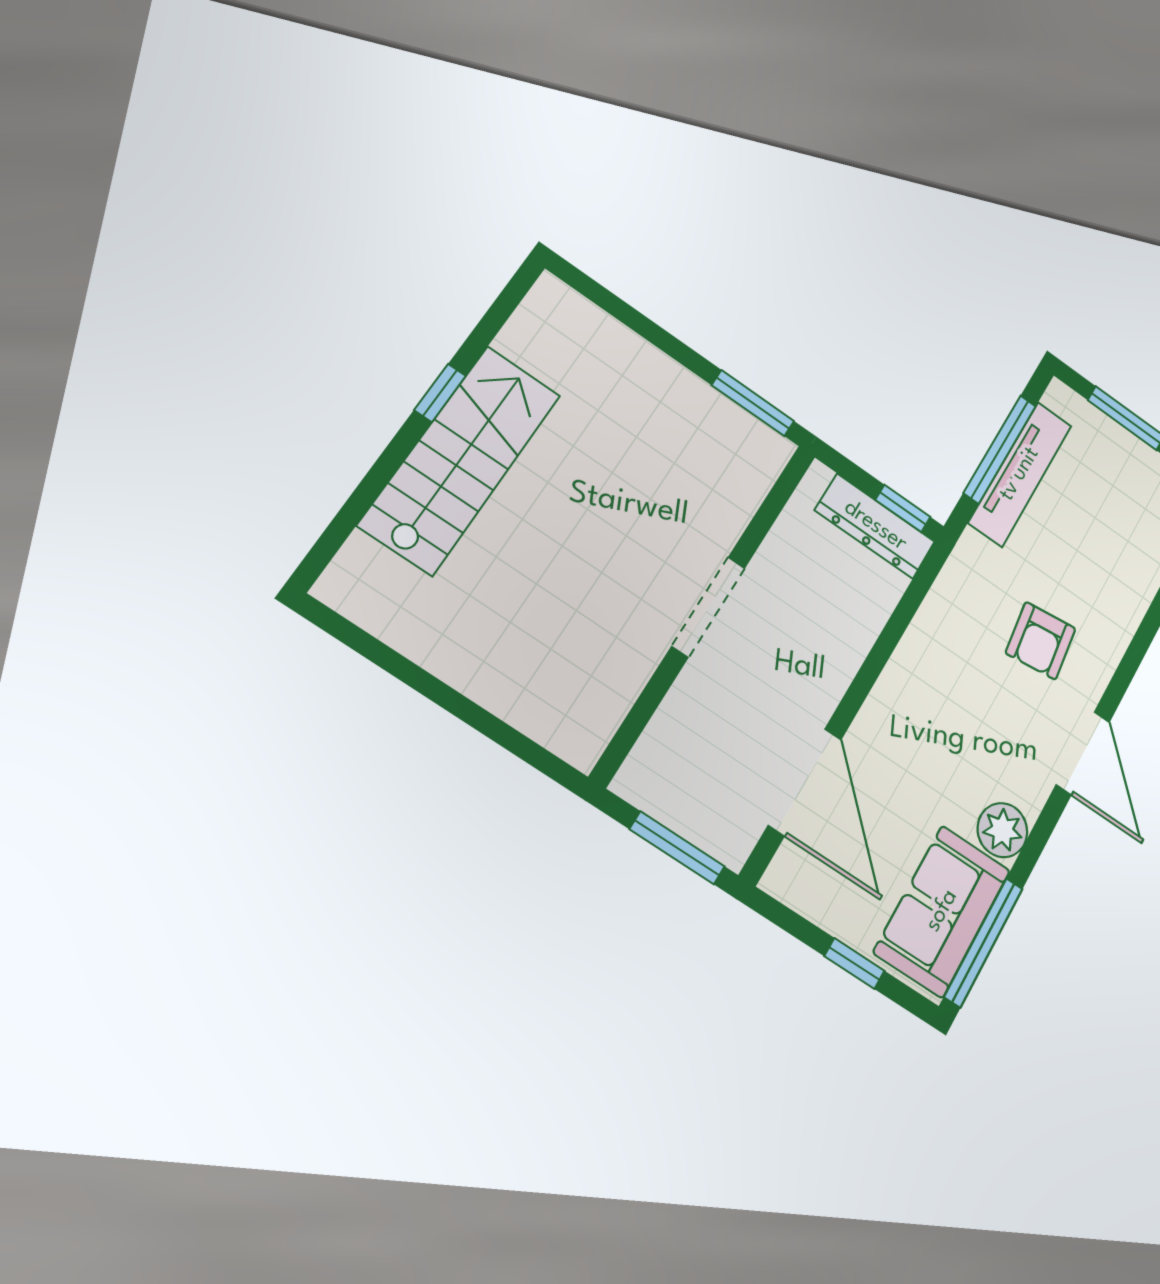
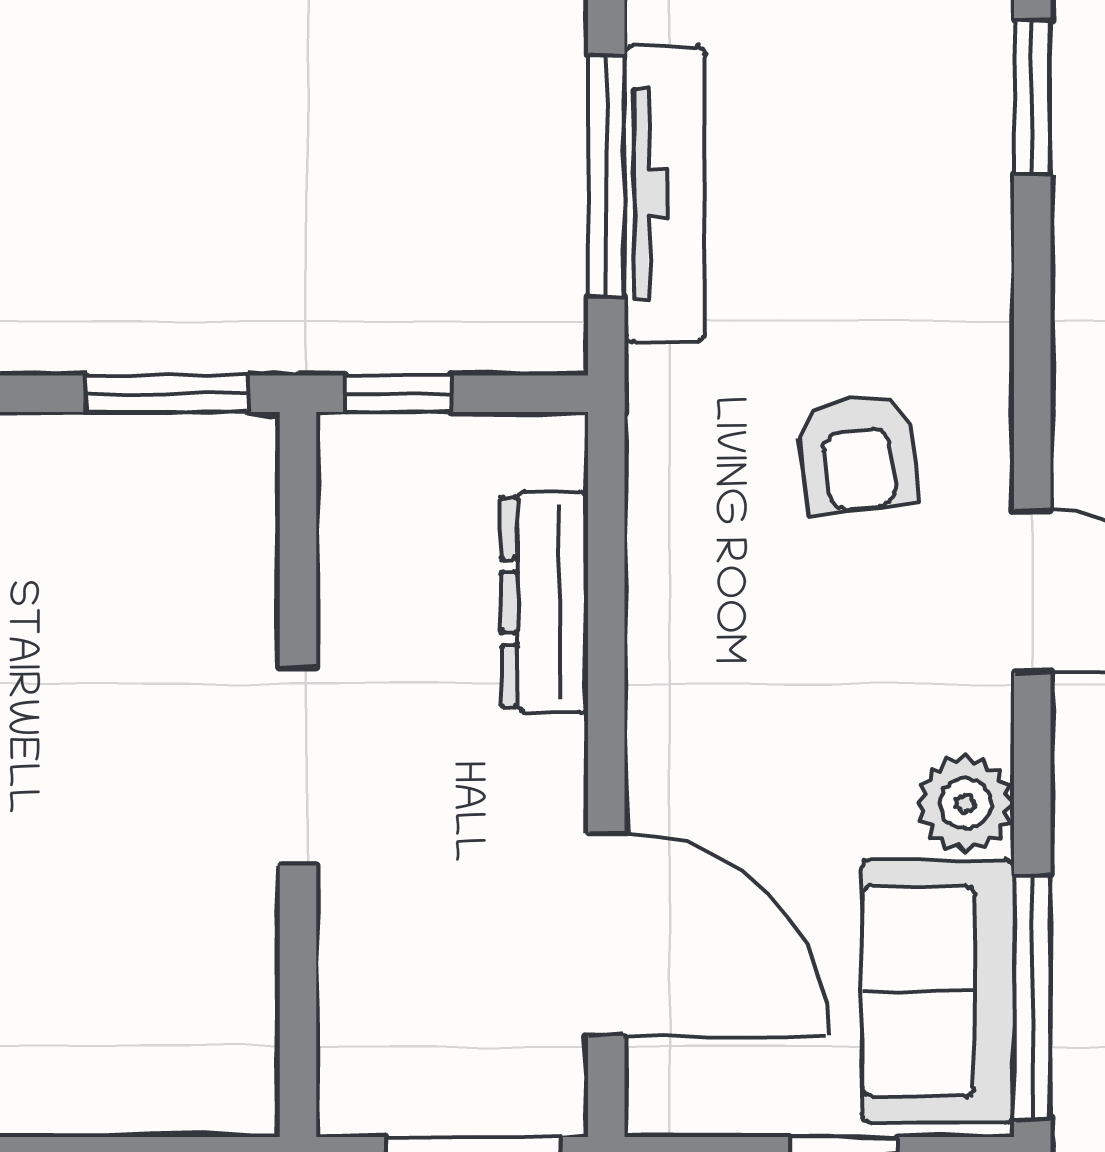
window: (903, 508) -> (398, 394), moved
dresser: (875, 526) -> (545, 602), moved, turned 90

